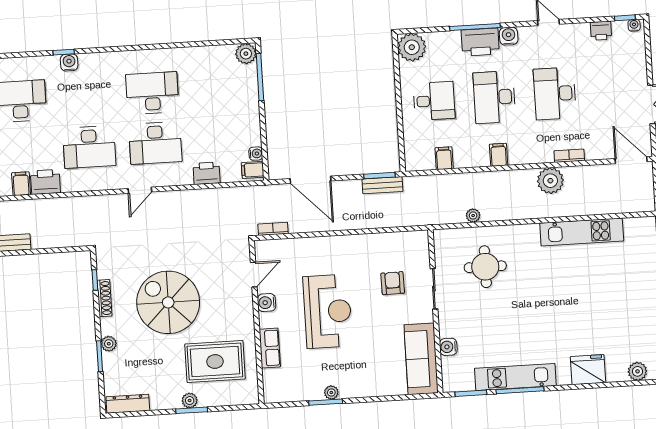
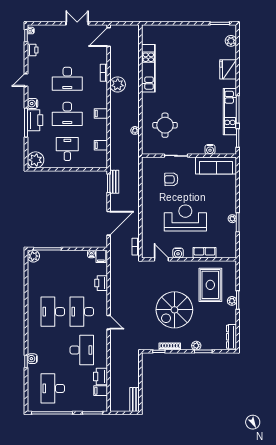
desk: (155, 143) -> (82, 312), turned 180

